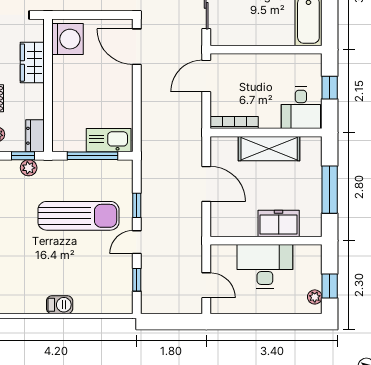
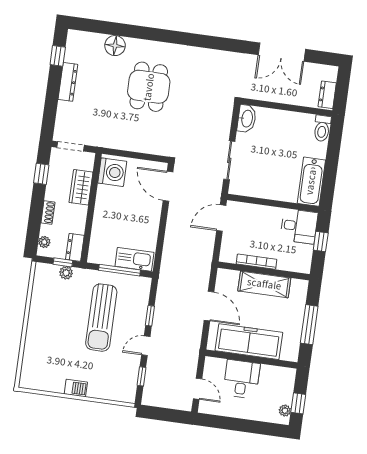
desk: (301, 108) -> (299, 226), moved, turned -90
bookcase: (234, 123) -> (257, 262), moved
sun lounger: (78, 216) -> (101, 318), turned 90
freezer: (279, 223) -> (249, 342), width x1.91, depth x1.26
desk: (265, 266) -> (242, 379), width x0.73

